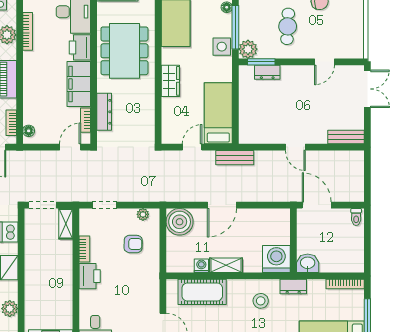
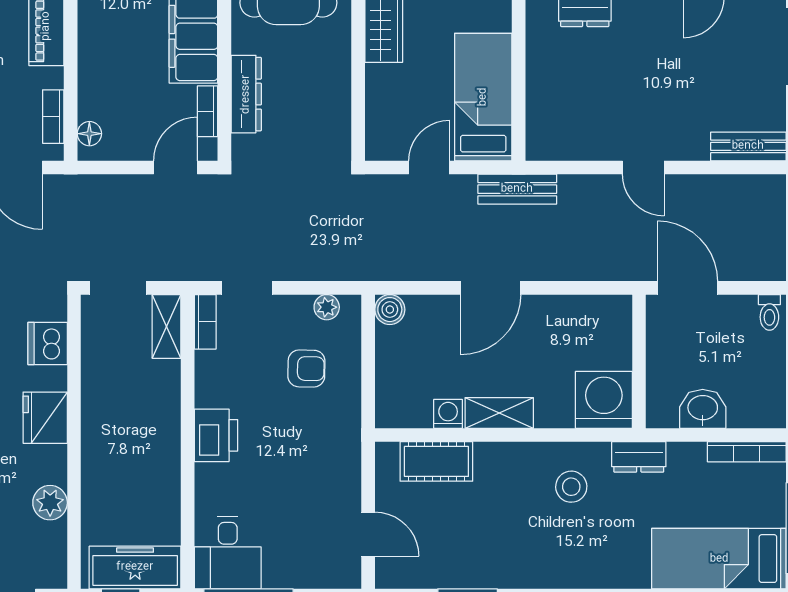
boiler: (180, 222) -> (390, 310), width x0.54, depth x0.54
bookcase: (84, 249) -> (205, 322), moved
washbasin: (308, 263) -> (703, 409), moved
cot: (202, 292) -> (436, 461), width x0.73, depth x0.75

